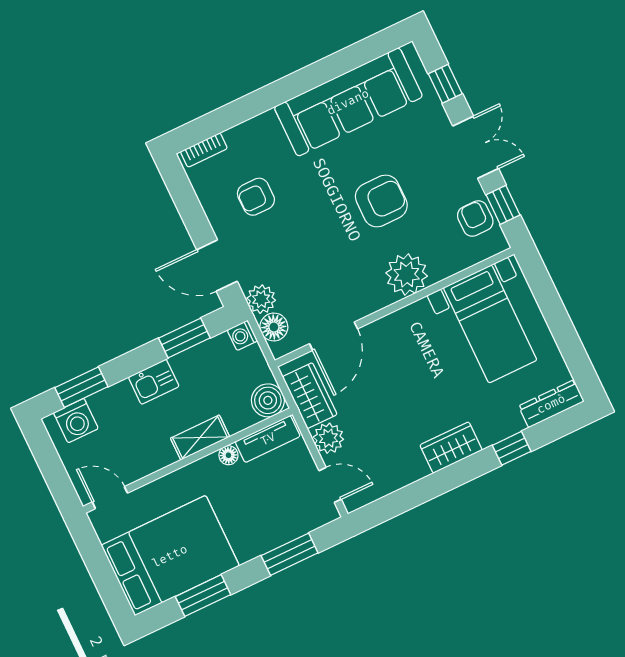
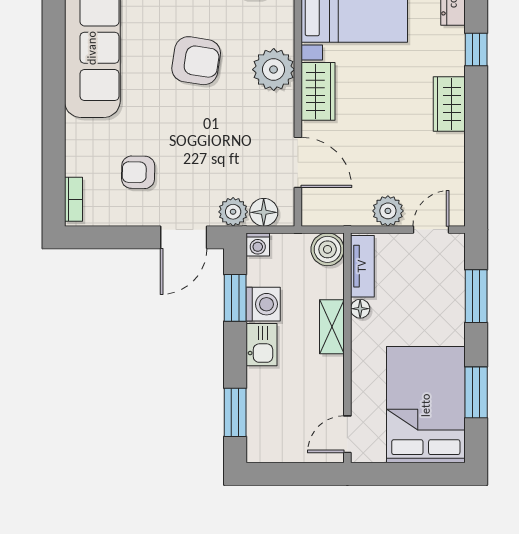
armchair: (256, 197) -> (138, 172), turned 91
armchair: (381, 201) -> (196, 61), turned 99
wardrobe: (310, 396) -> (318, 91), moved, turned 90
washing machine: (76, 421) -> (263, 304), moved

